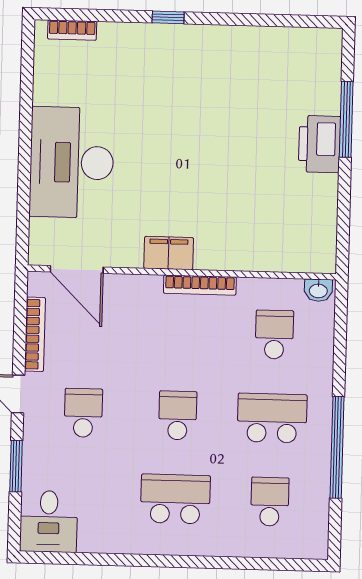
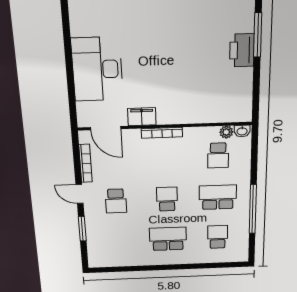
filing cabinet: (169, 253) -> (142, 117), moved
bookcase: (200, 285) -> (162, 133), moved
plant: (290, 290) -> (226, 132), added
school desk: (274, 335) -> (218, 155), turned 180
school desk: (83, 413) -> (116, 201), turned 180
desk: (49, 521) -> (102, 253), removed

